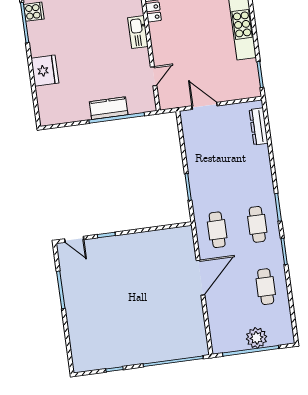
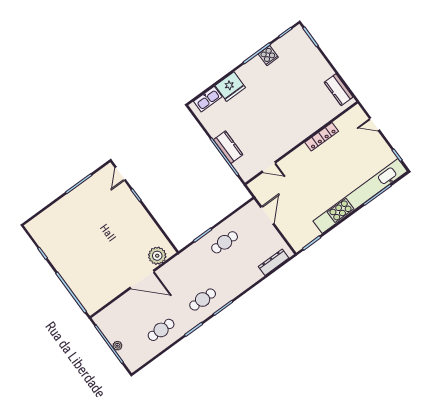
kitchen sink: (138, 32) -> (208, 99), moved, turned 180
cafe table: (217, 230) -> (225, 242), moved
plant: (184, 248) -> (157, 256), added
plant: (257, 338) -> (117, 346), width x0.53, depth x0.53

